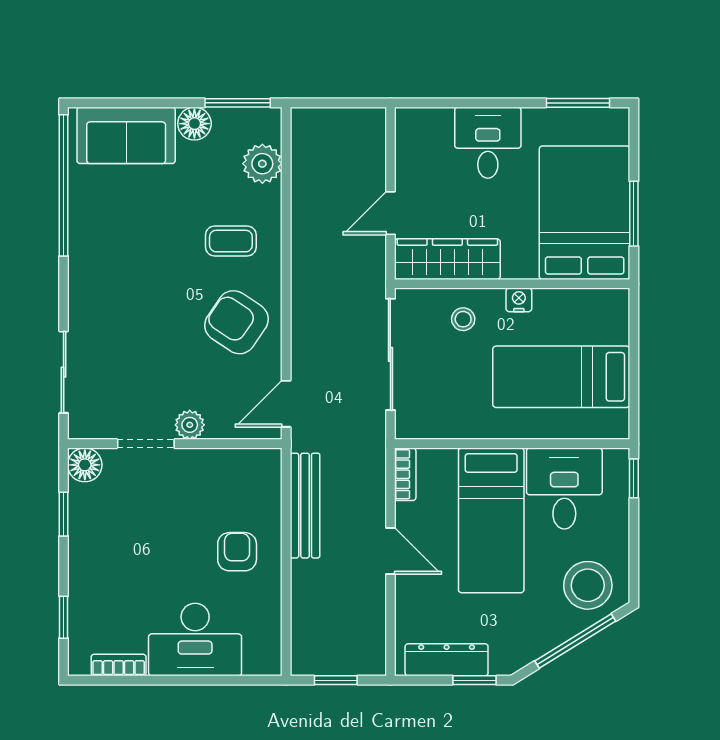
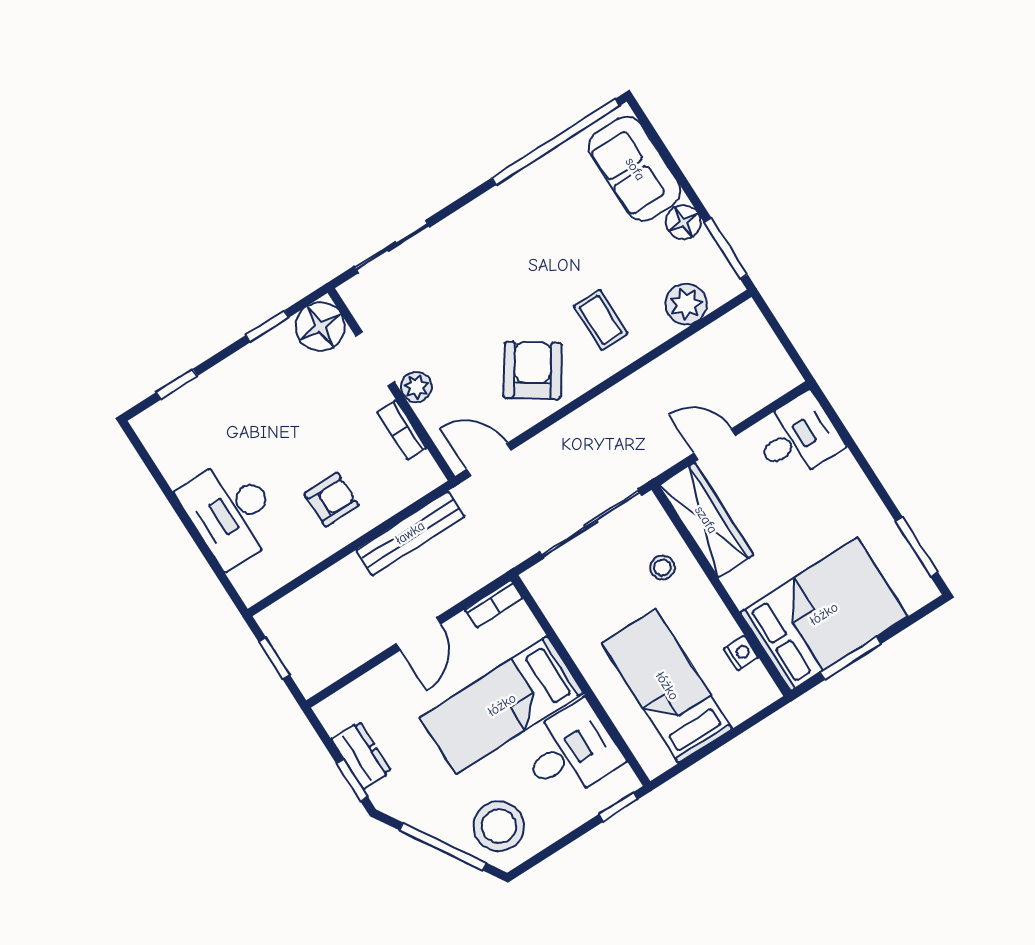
desk: (488, 143) -> (797, 437), moved
nightstand: (519, 300) -> (741, 653), moved
floor lamp: (85, 465) -> (320, 326), width x1.38, depth x1.38
dresser: (447, 660) -> (361, 755), width x0.70
bookcase: (119, 665) -> (402, 430), moved, turned 180

